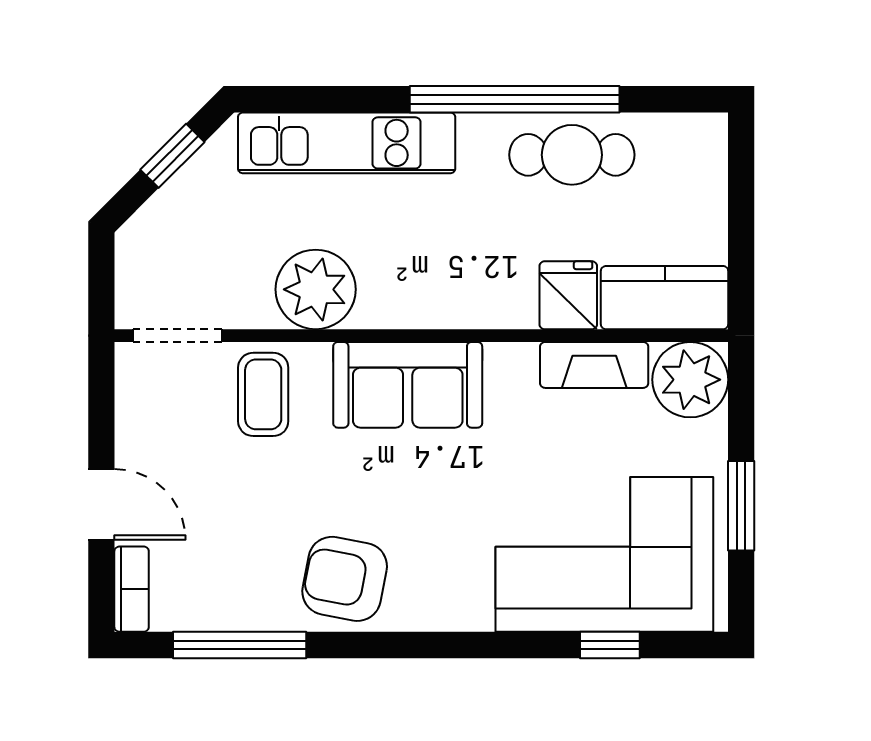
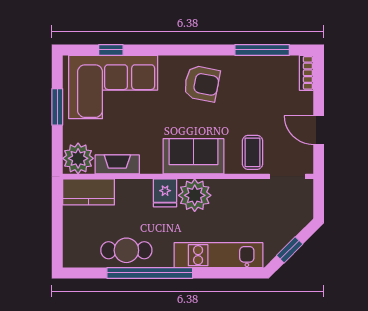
plant: (316, 289) -> (195, 195), moved
fridge: (568, 295) -> (165, 193), moved
door: (101, 504) -> (319, 130), moved
armchair: (345, 579) -> (202, 84), moved

